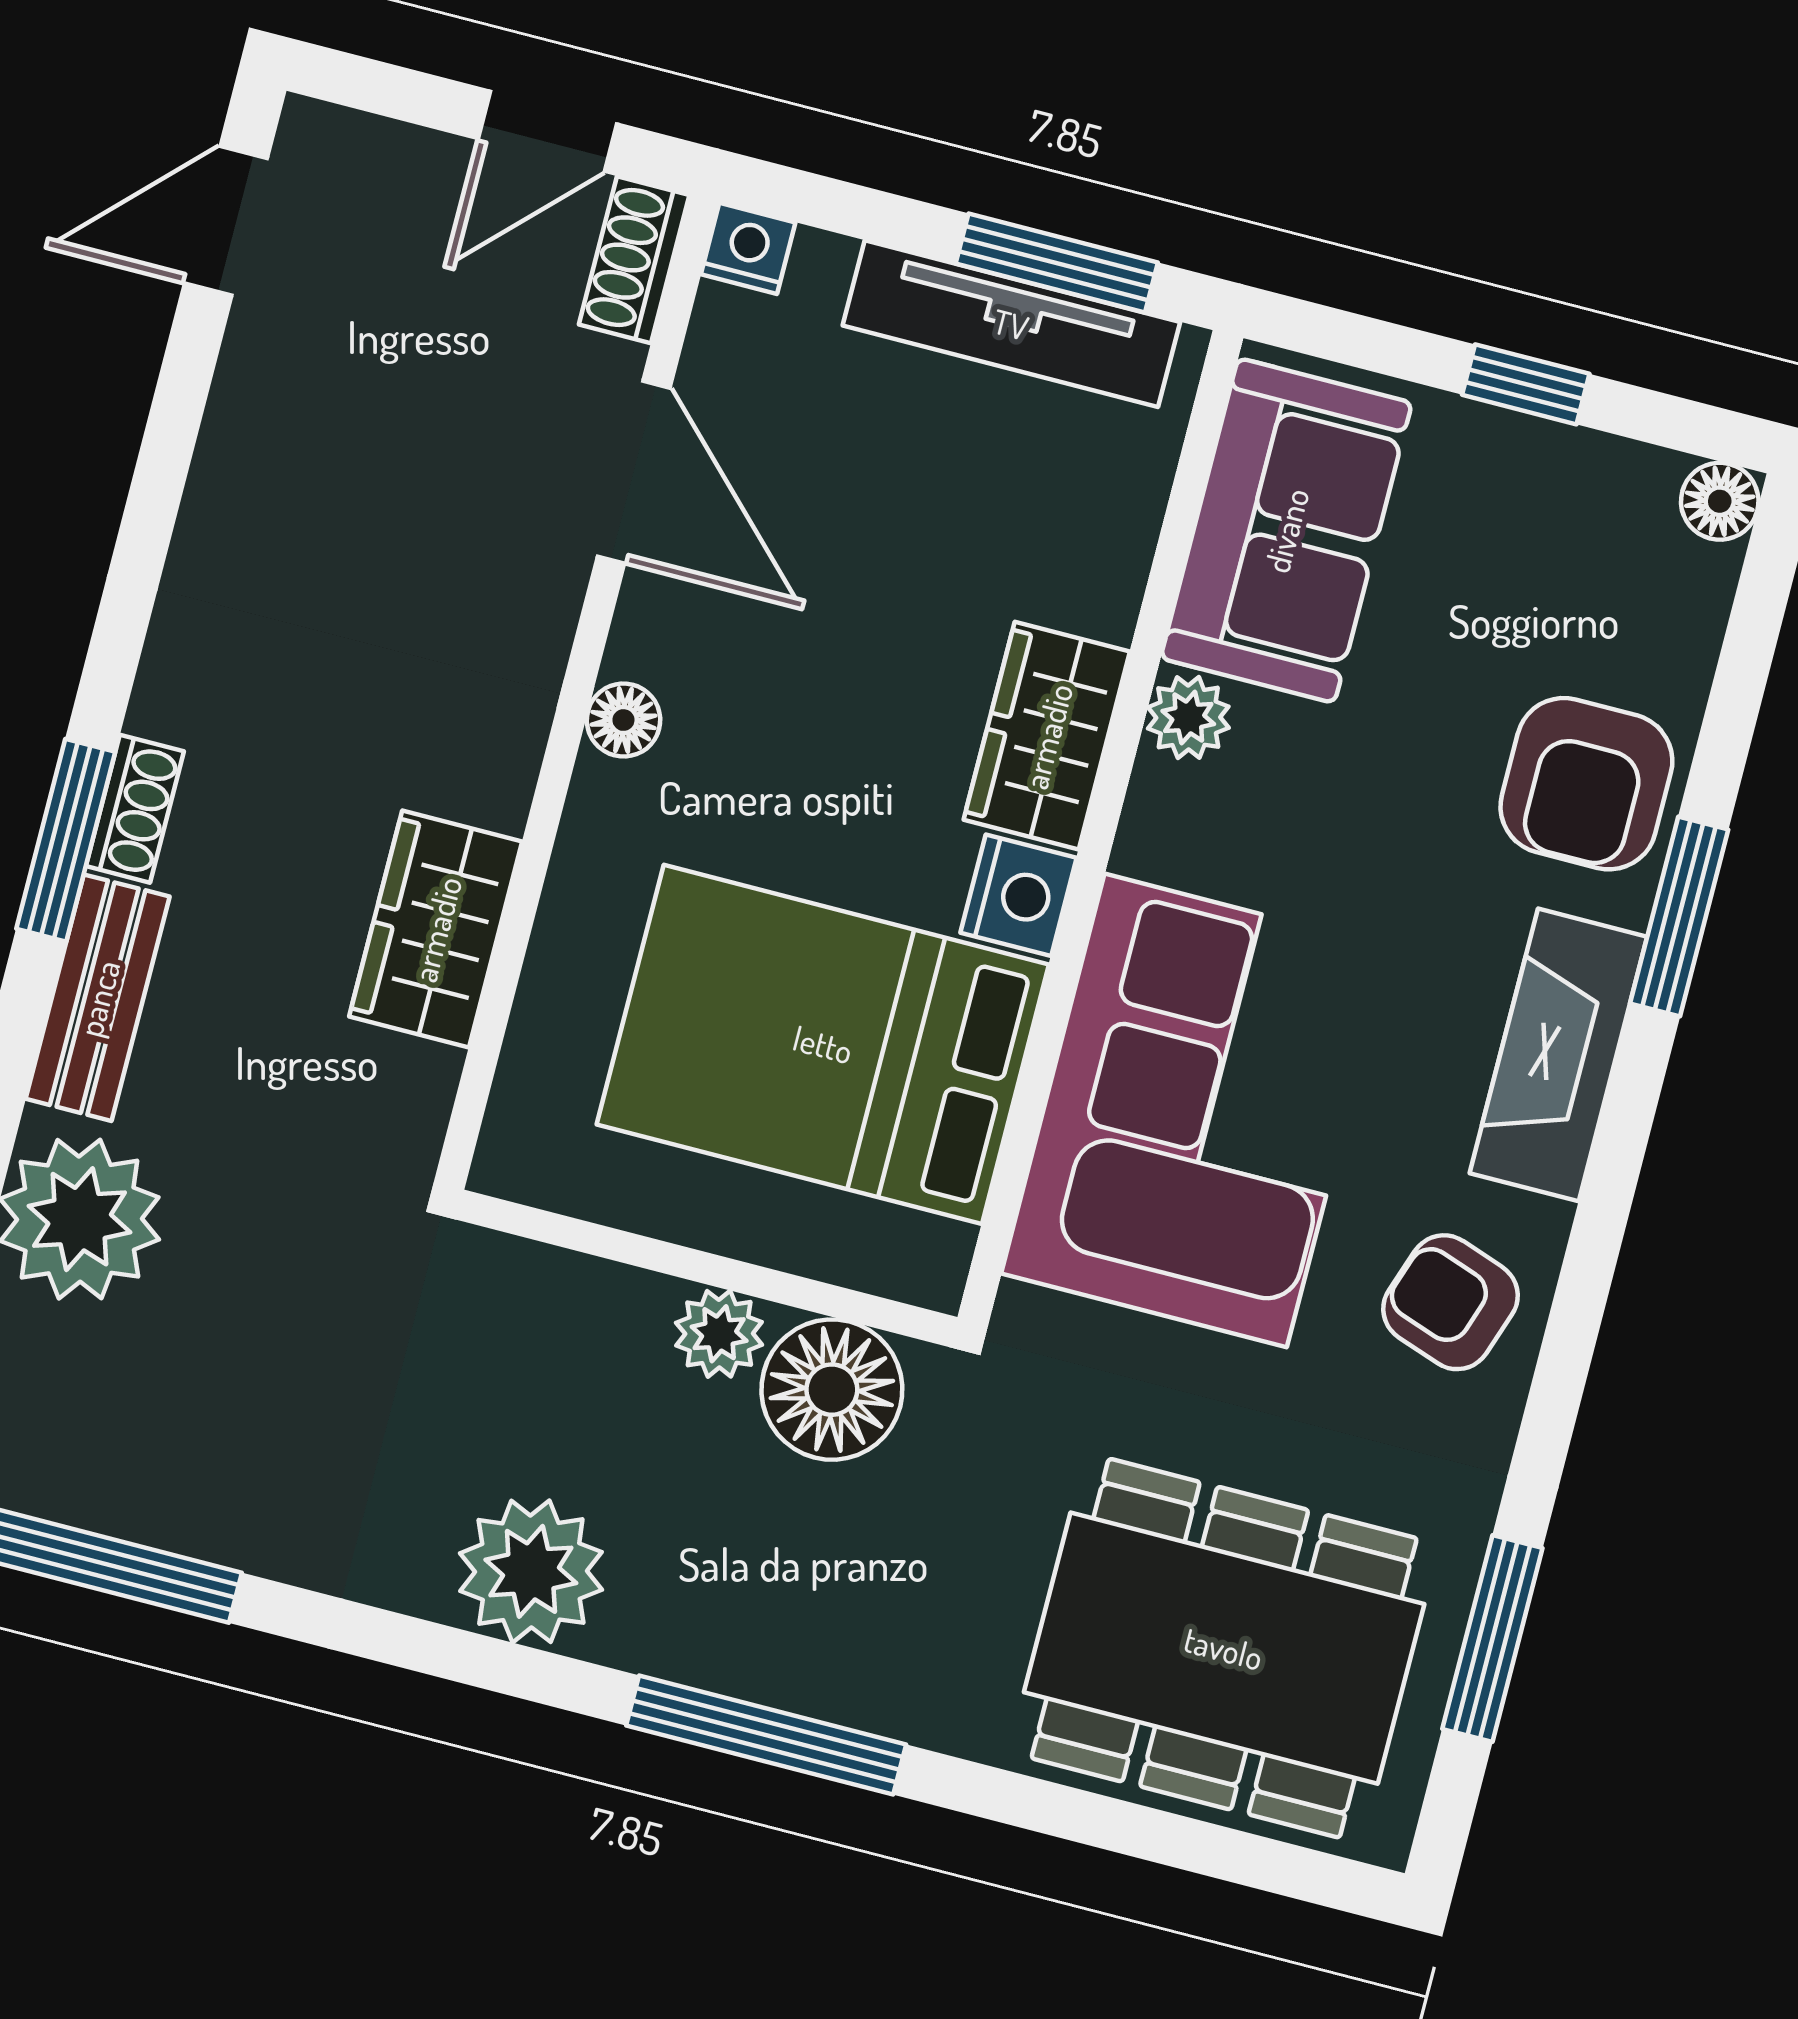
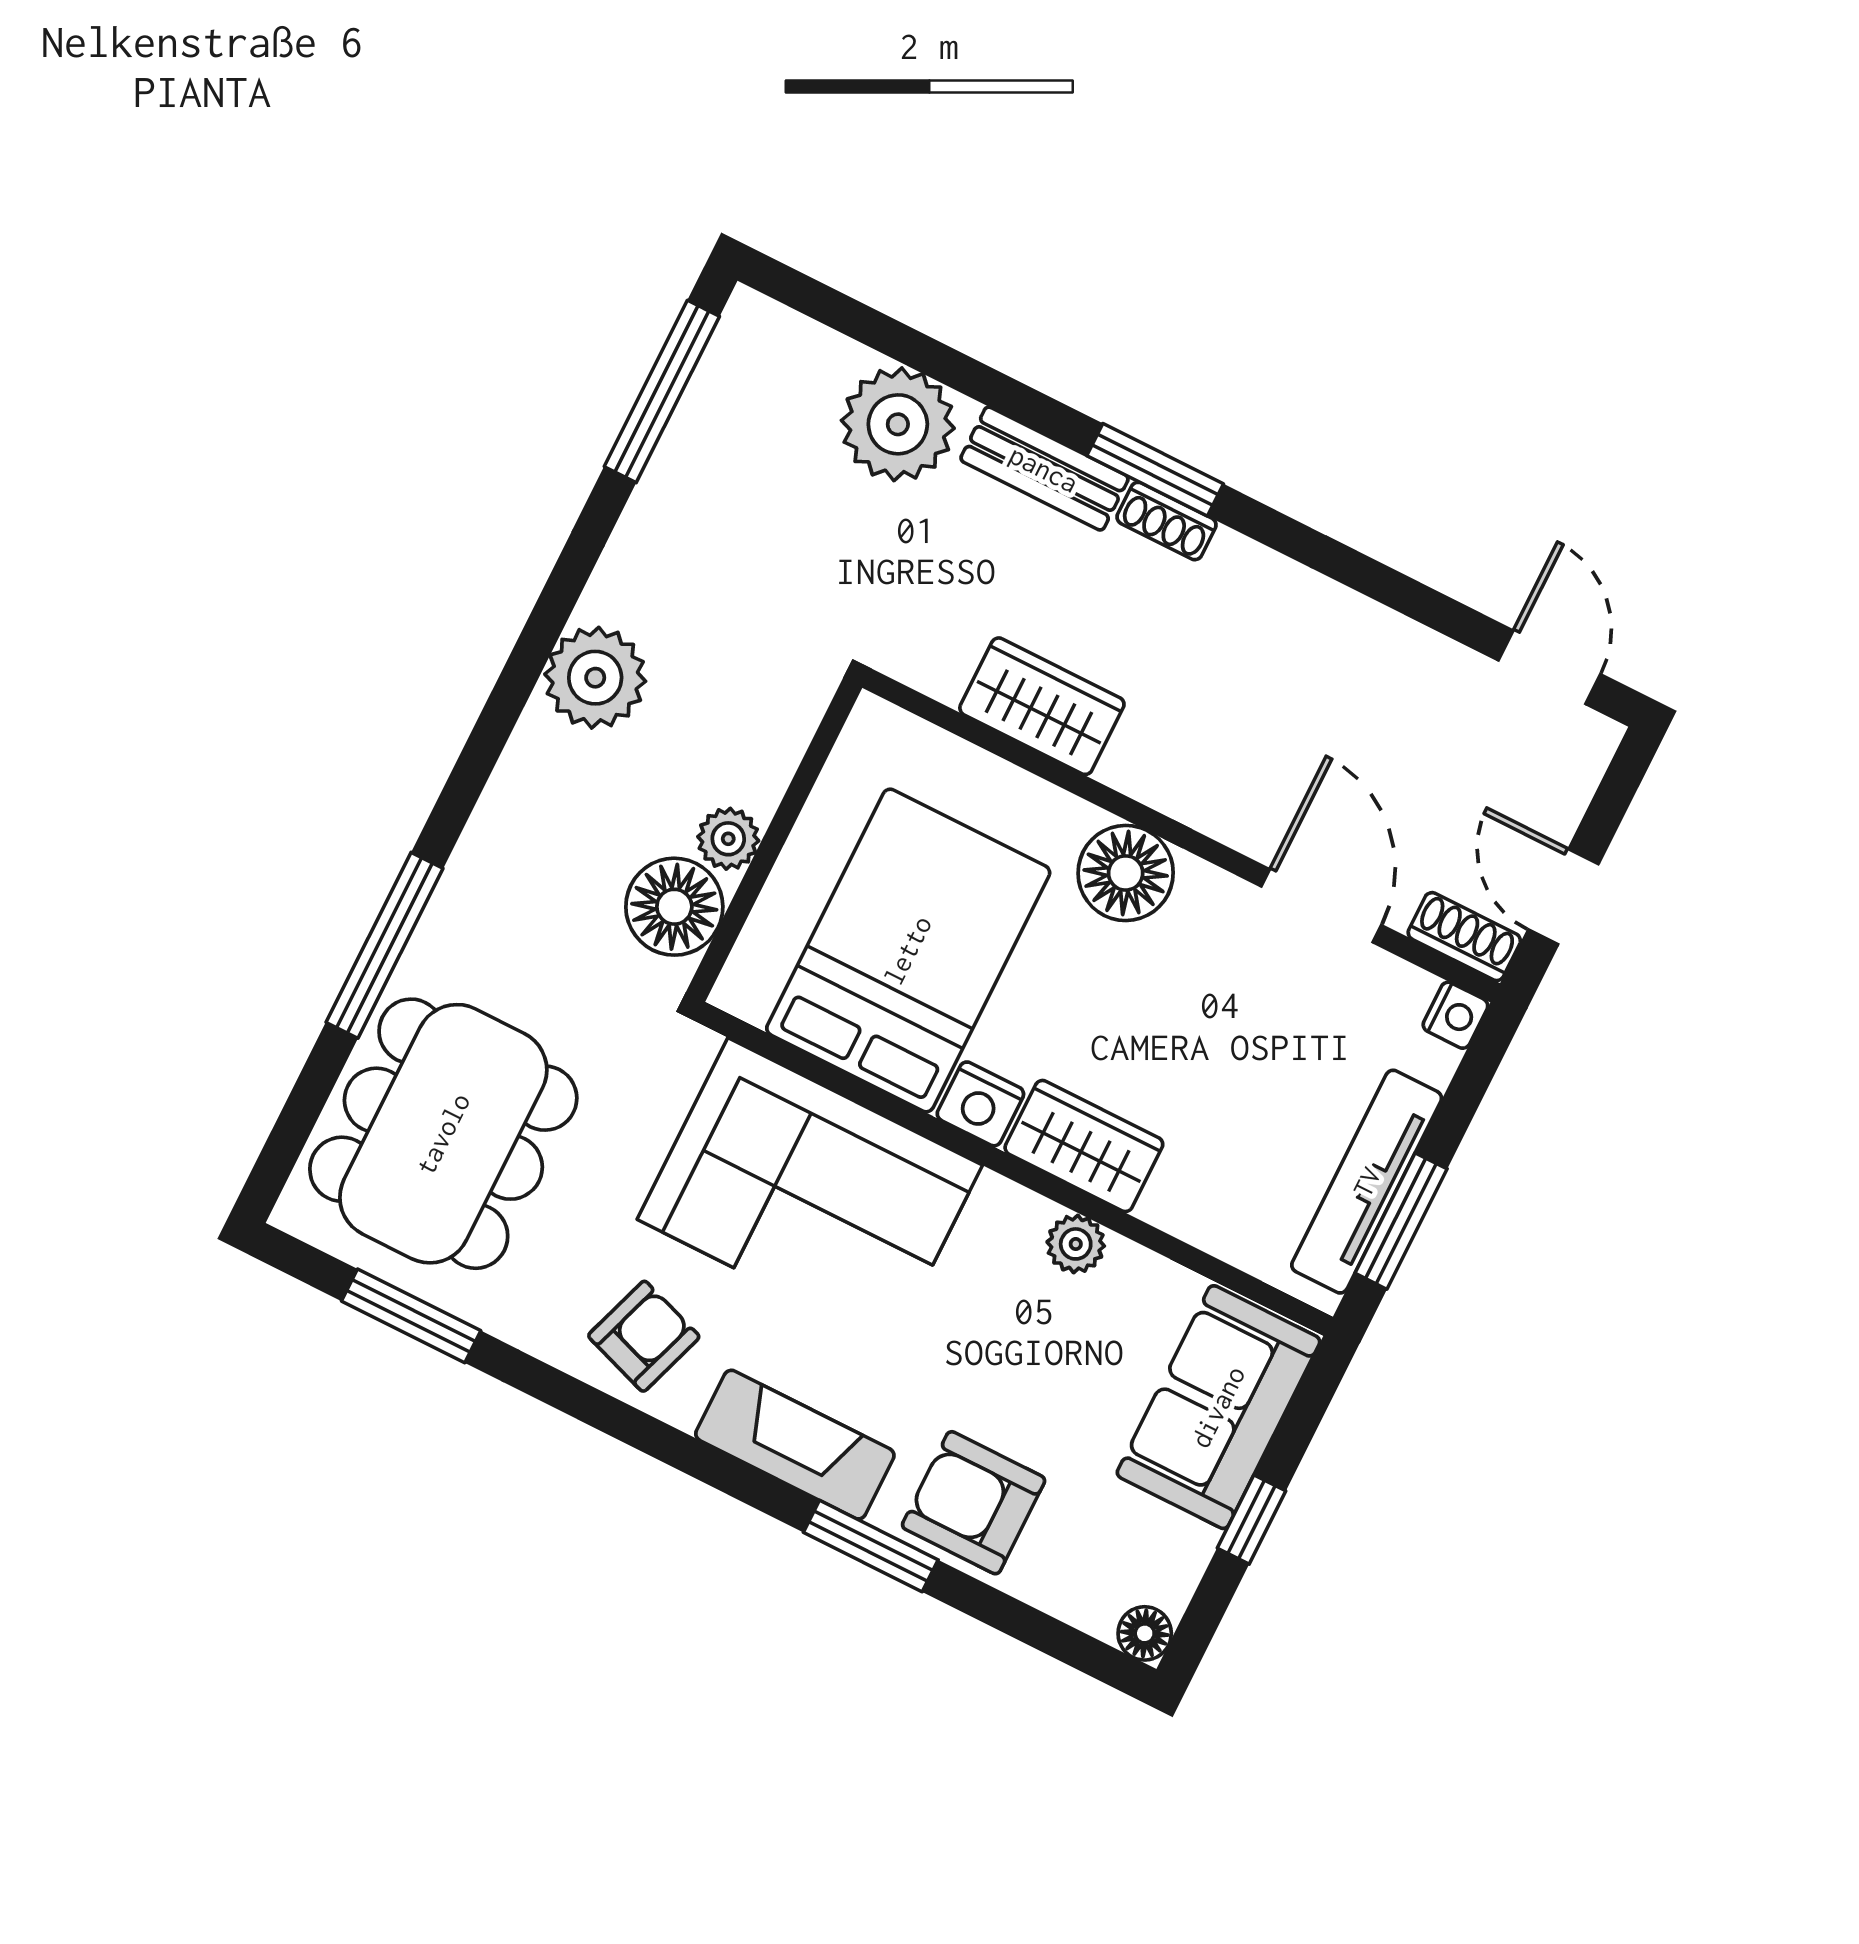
door: (634, 472) -> (1321, 906), swing flipped
sofa: (1286, 530) -> (1218, 1407), moved, turned 90
floor lamp: (623, 720) -> (1126, 873), width x1.89, depth x1.89
window: (766, 1735) -> (384, 945), moved

